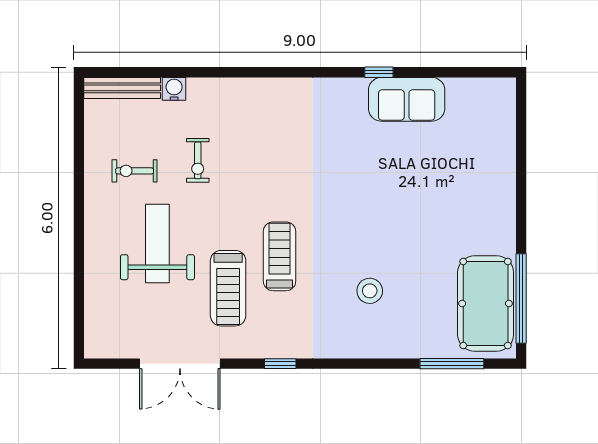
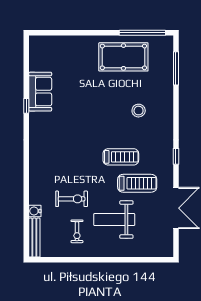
exercise bike: (198, 160) -> (72, 199), width x1.38, depth x1.39
treadmill: (280, 256) -> (121, 157), turned 180
pool table: (486, 303) -> (123, 57), moved

